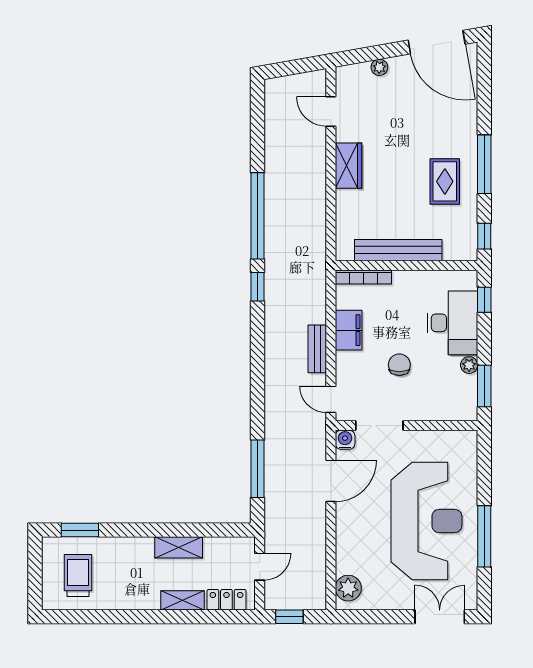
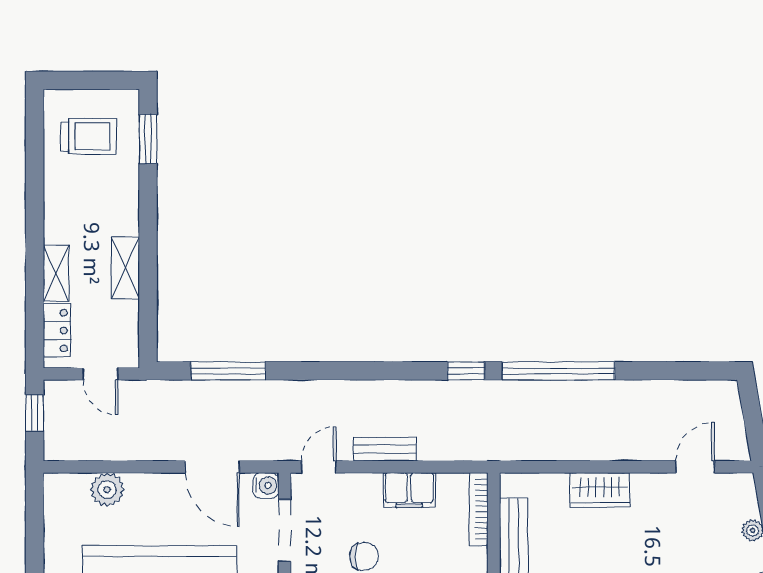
wardrobe: (349, 166) -> (600, 490), moved
plant: (348, 588) -> (107, 490), moved

